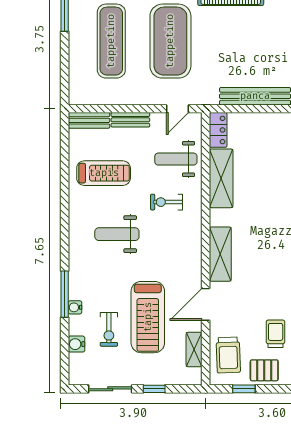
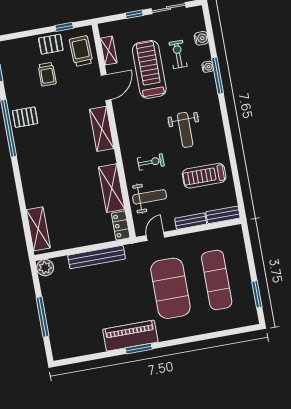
weight bench: (117, 234) -> (185, 130), turned 90

